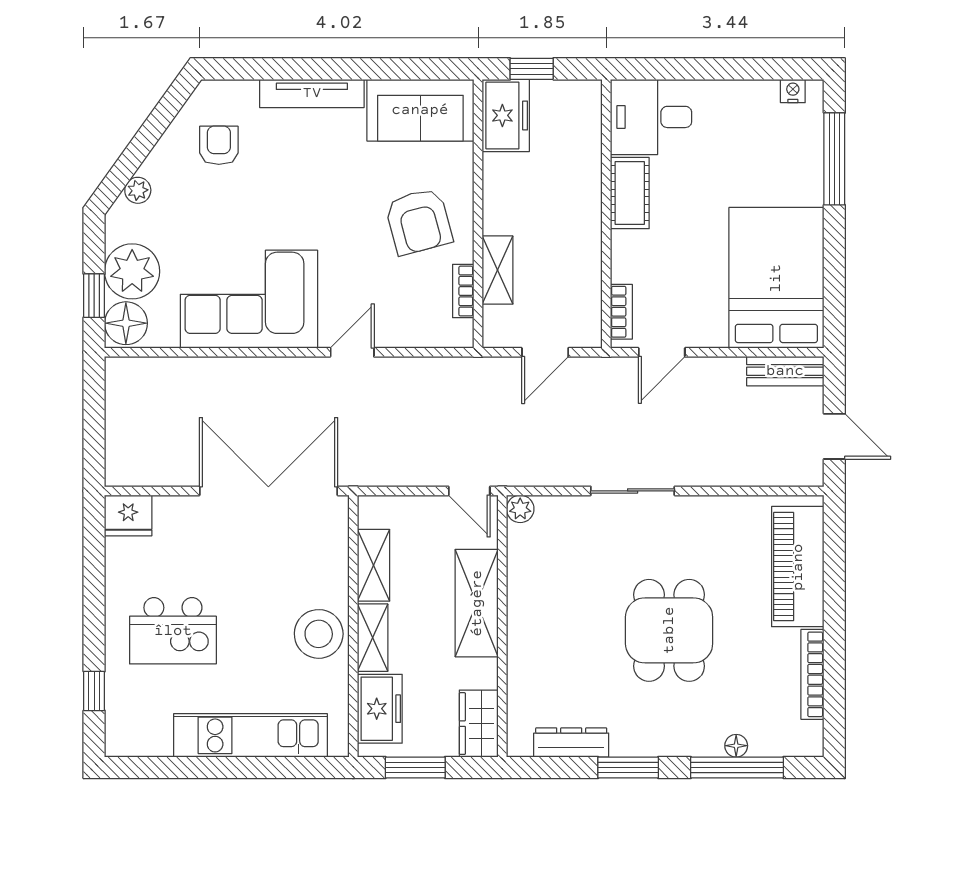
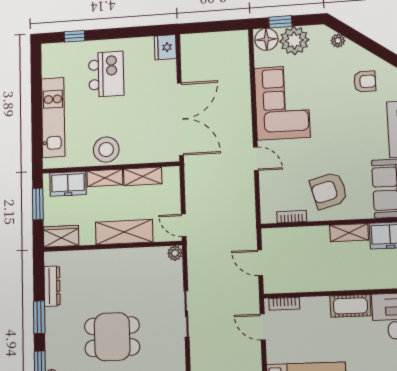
shelving: (498, 270) -> (349, 233), moved
door: (469, 491) -> (184, 225), hinge flipped
kitchen island: (173, 631) -> (106, 74), turned 180

